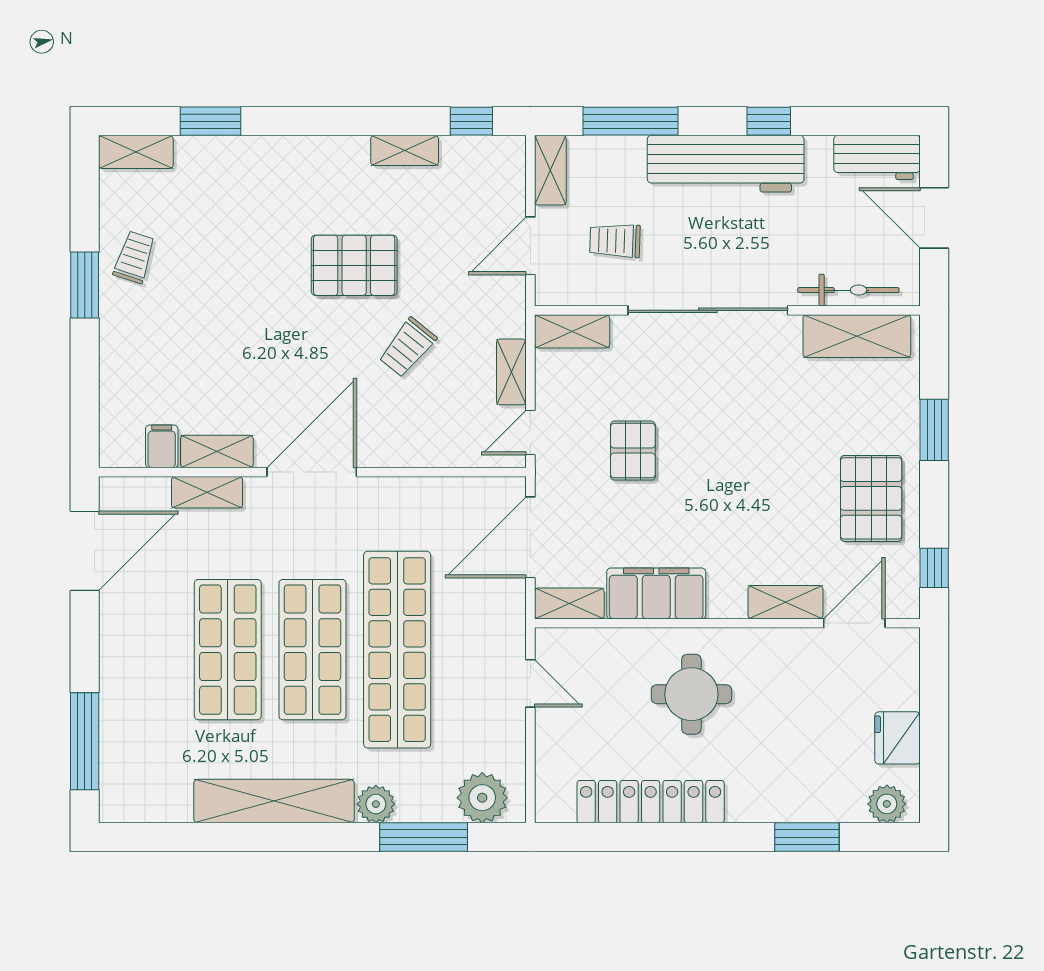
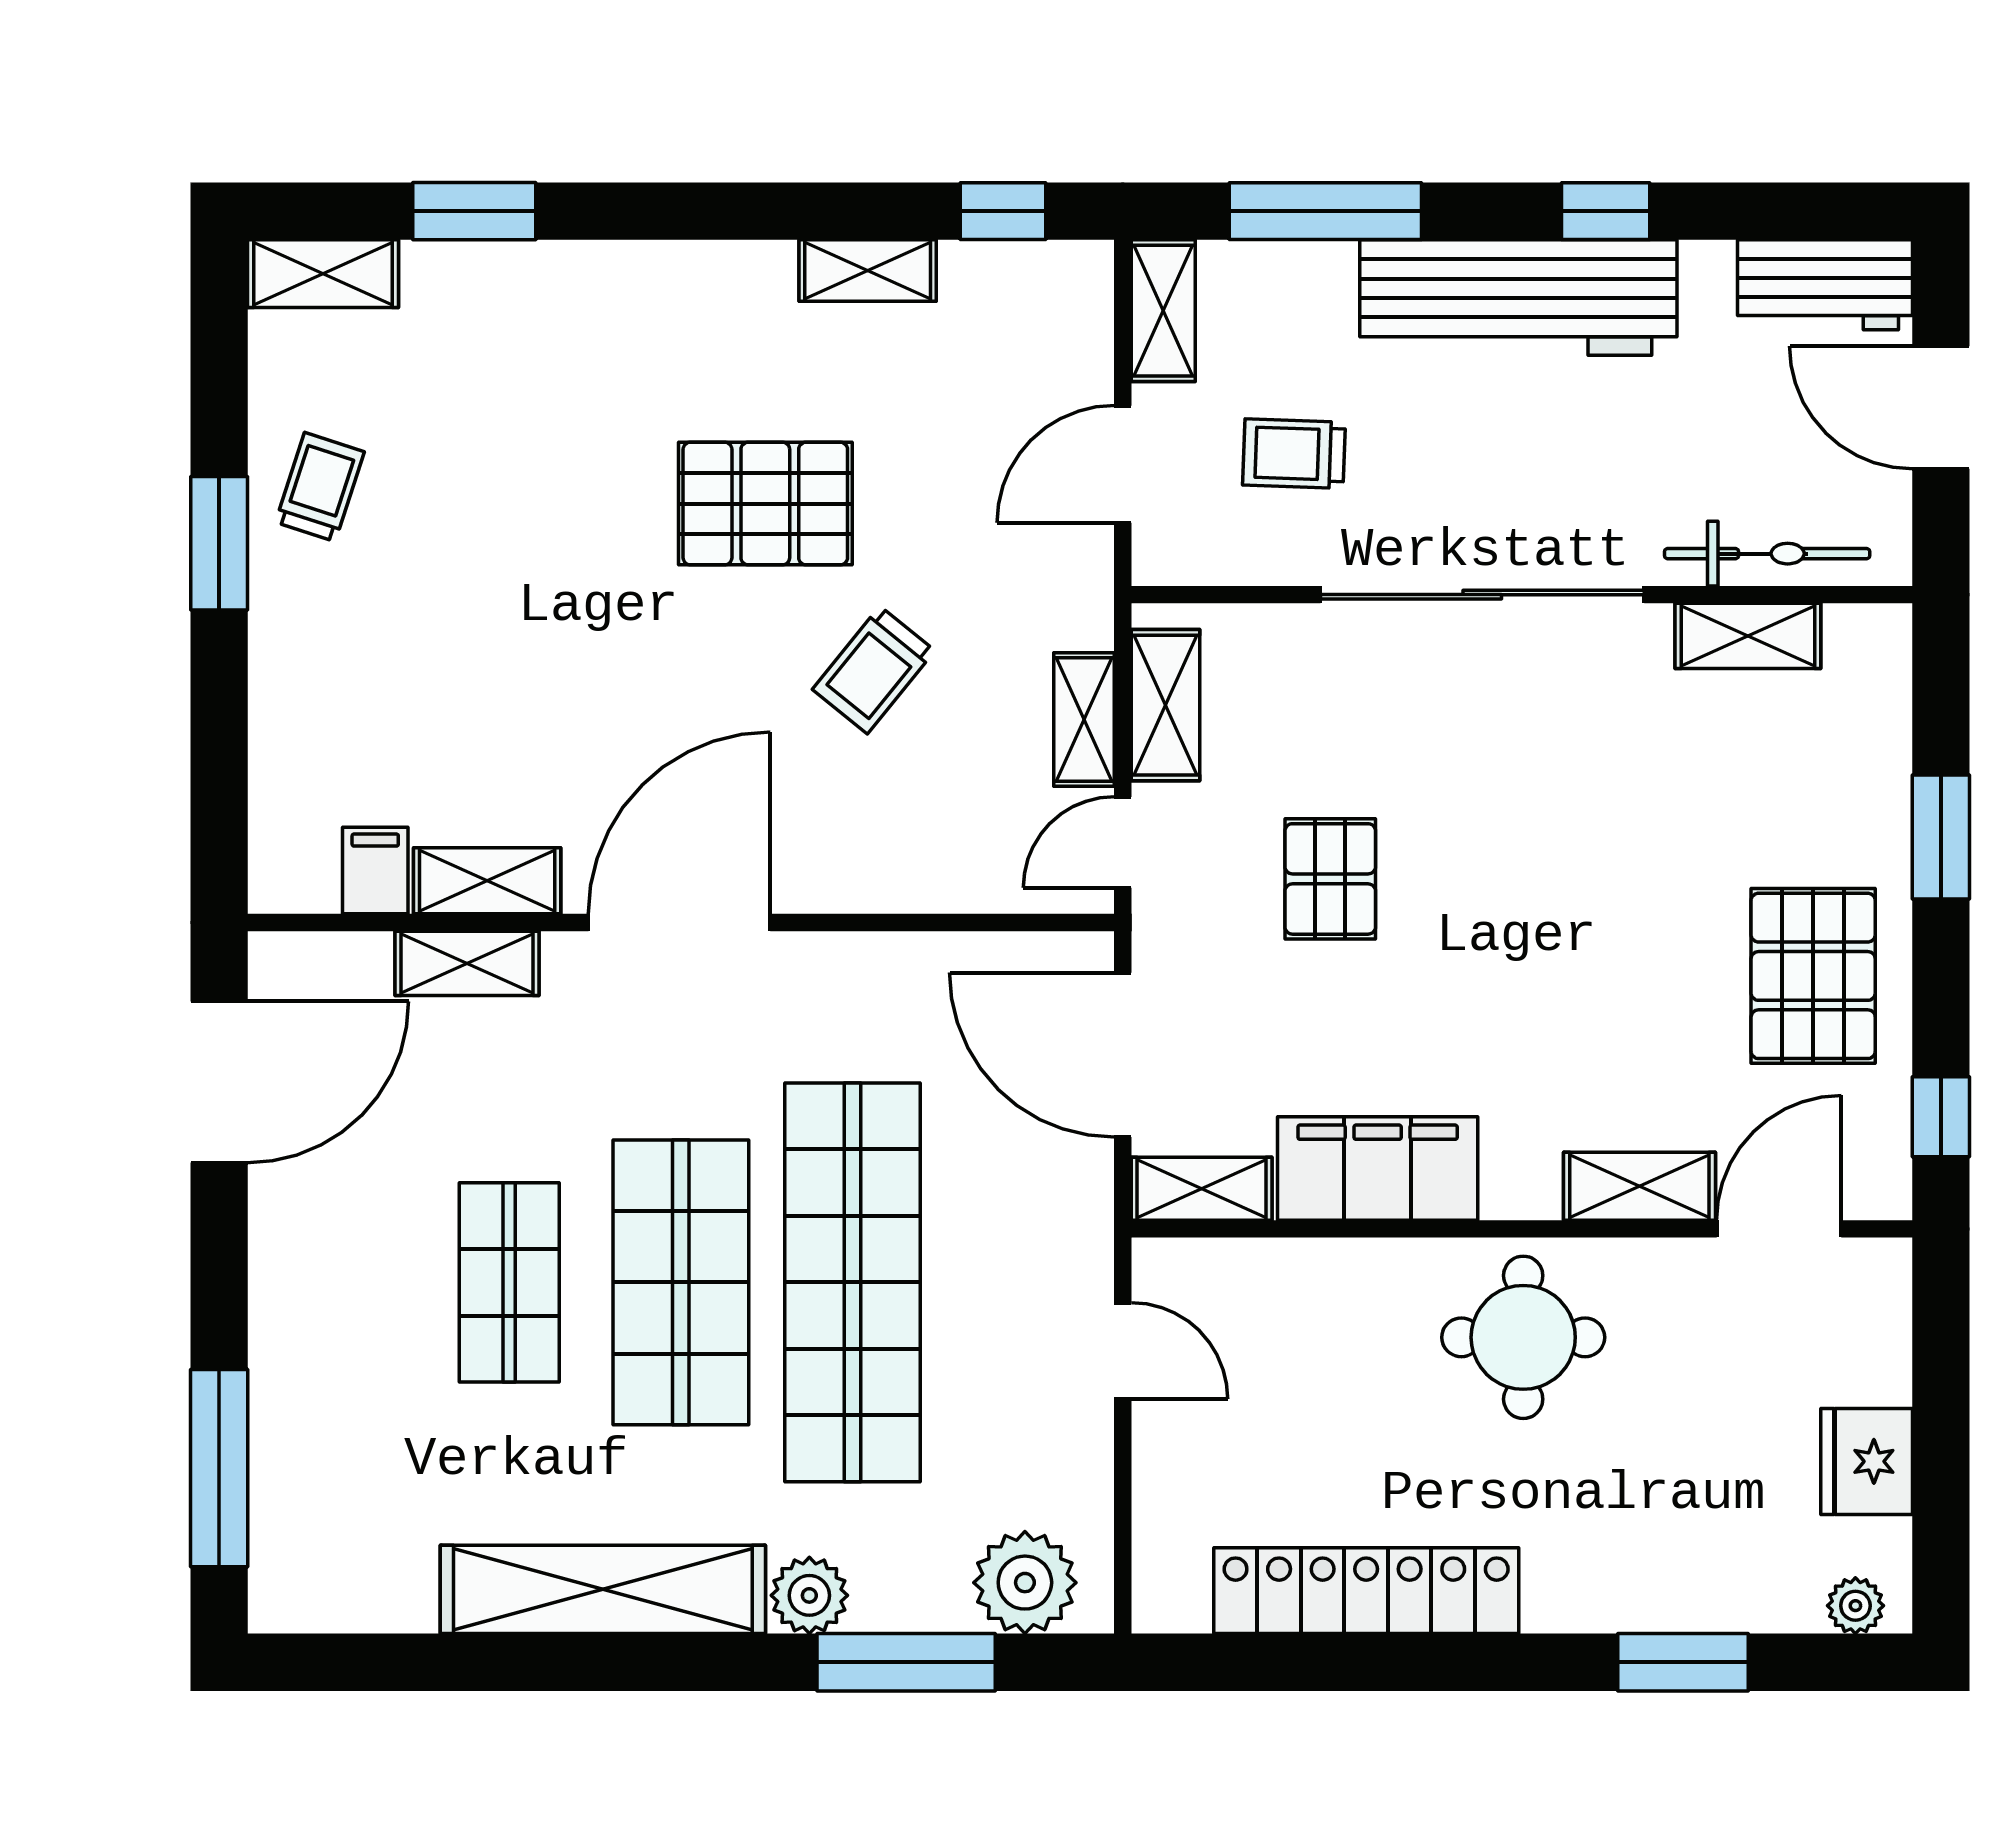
shelving: (572, 331) -> (1165, 705), moved, turned 90
shelving: (857, 336) -> (1748, 636), width x0.67, depth x0.75
door: (530, 537) -> (1123, 1055), hinge flipped
shop shelf: (228, 650) -> (509, 1282), width x0.70, depth x0.74
round table: (691, 694) -> (1523, 1337), moved
plant: (887, 804) -> (1855, 1606), width x0.73, depth x0.73

